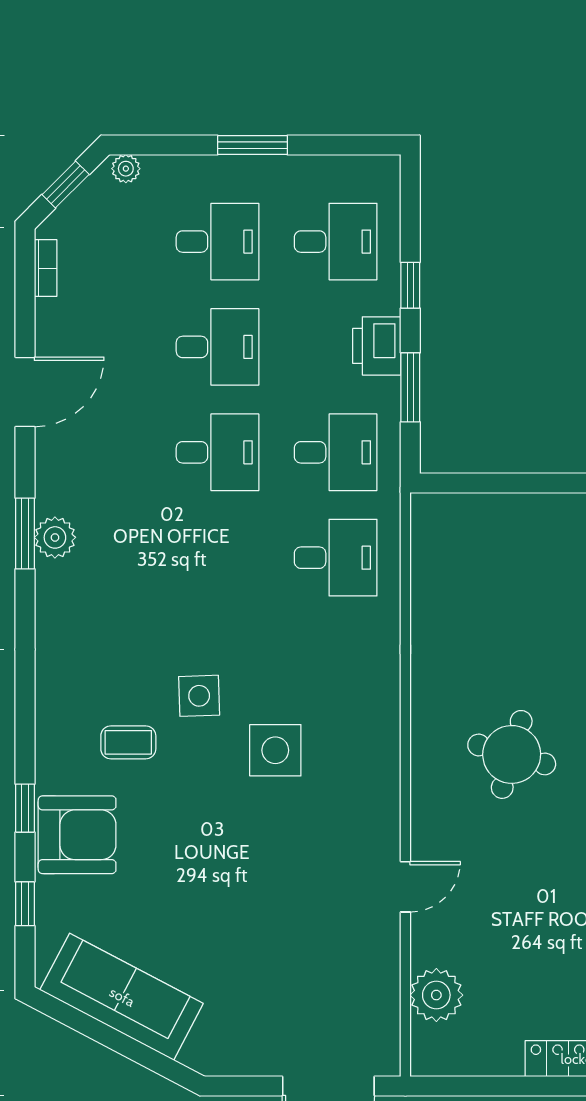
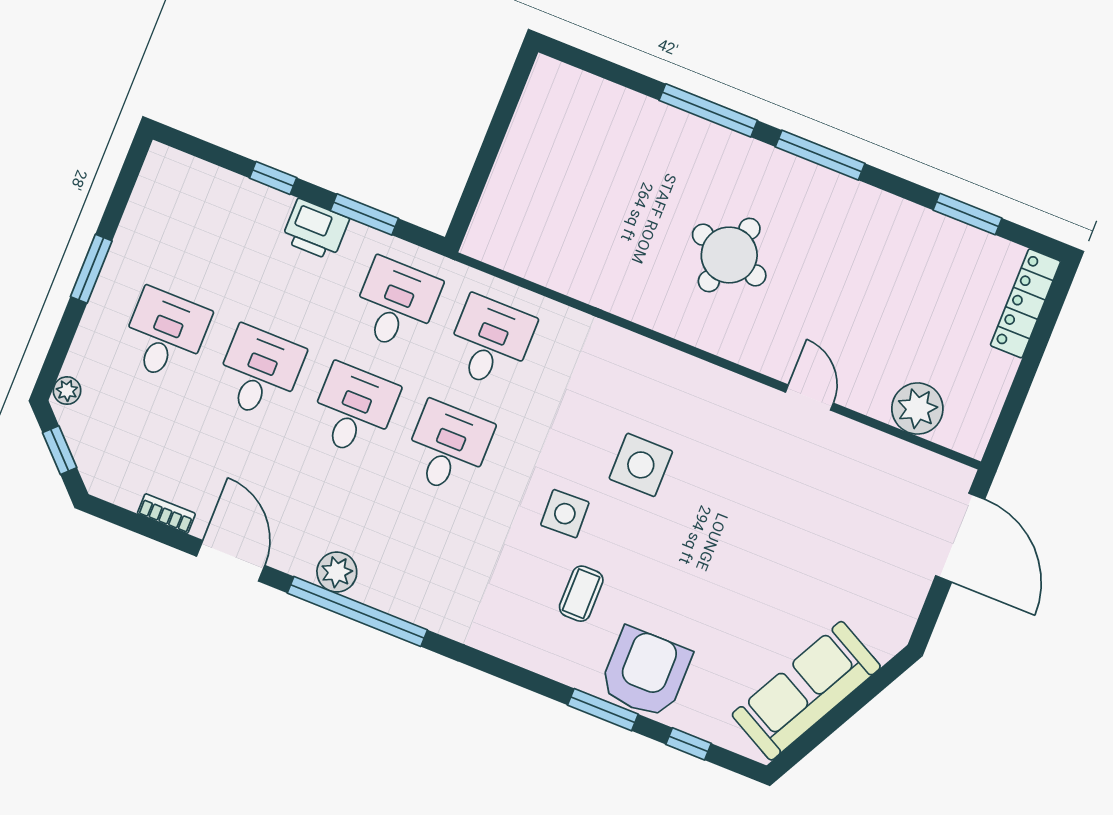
desk: (336, 242) -> (448, 448), moved
bookcase: (46, 268) -> (166, 514), moved
window: (25, 534) -> (357, 611), width x2.11
plant: (55, 537) -> (337, 572), moved
window: (25, 808) -> (603, 710), width x1.50

